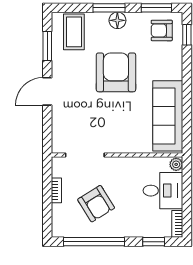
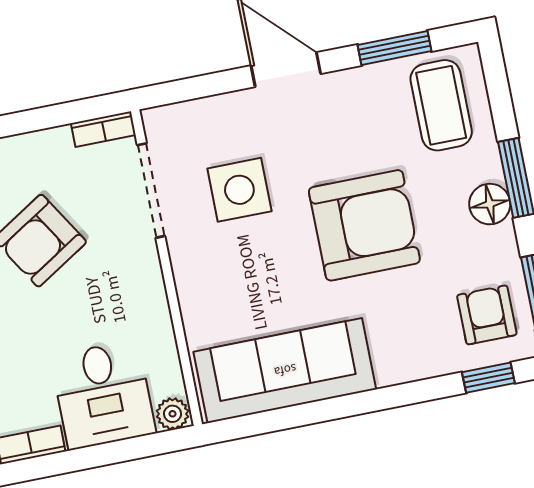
coffee table: (74, 32) -> (441, 105), turned 90
side table: (92, 120) -> (239, 190), added
bookcase: (56, 190) -> (103, 129), moved

